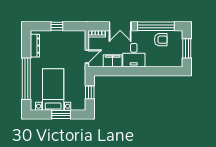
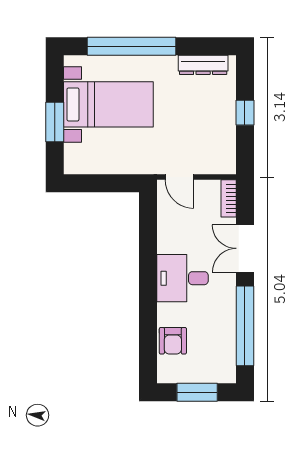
armchair: (161, 40) -> (173, 341), moved
filing cabinet: (113, 61) -> (170, 233), removed
window: (90, 92) -> (102, 183), removed

